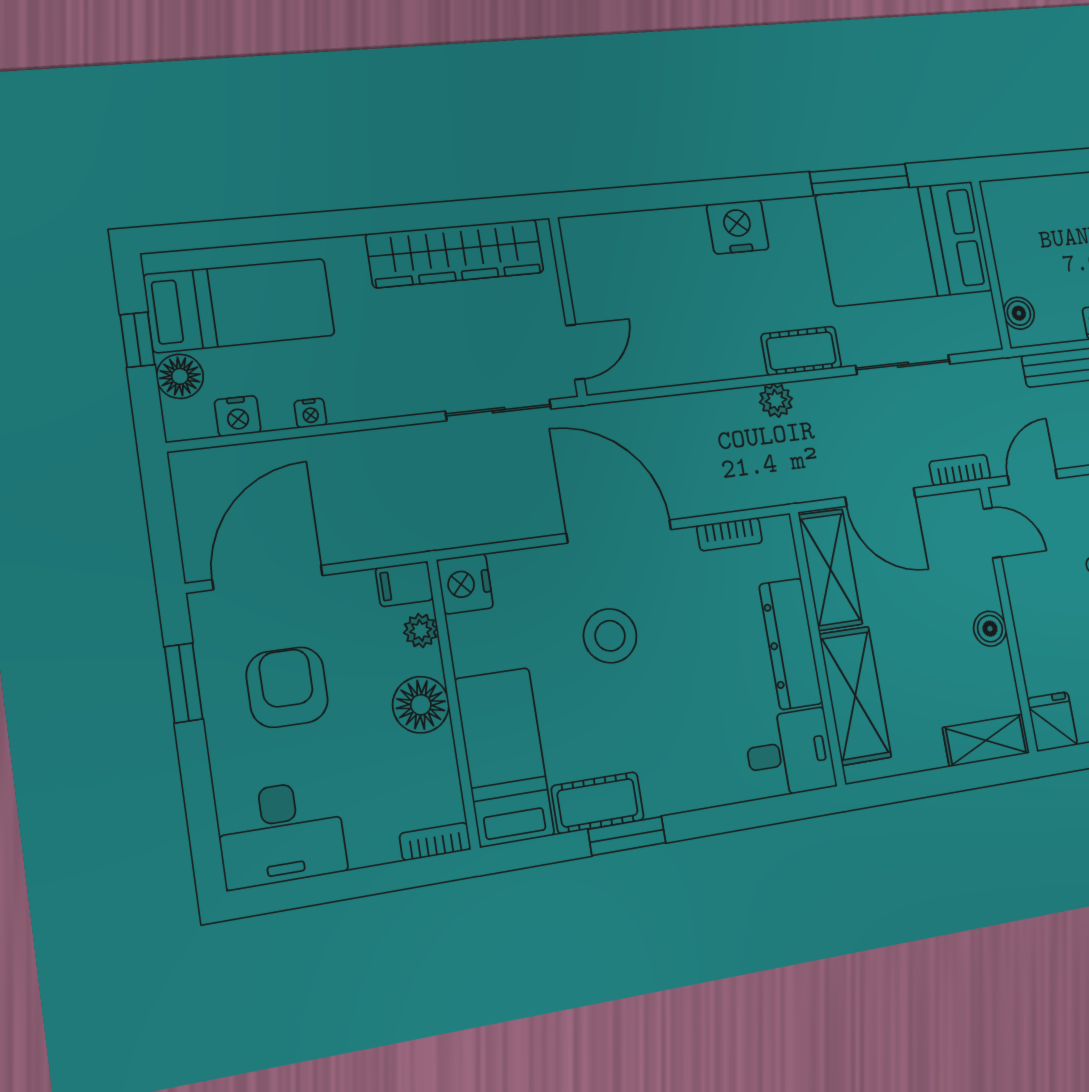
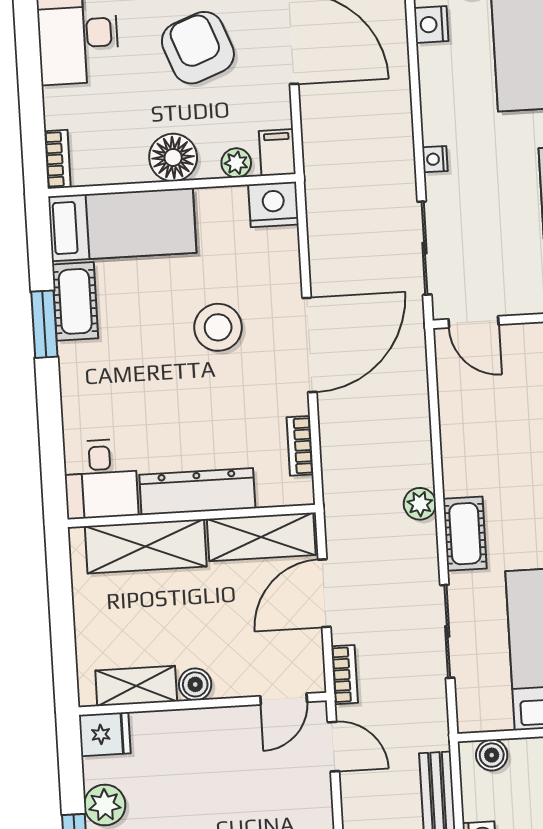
nightstand: (310, 413) -> (435, 159), moved
armchair: (287, 687) -> (198, 48), turned -111
shelving: (986, 740) -> (136, 686), moved, turned 90

